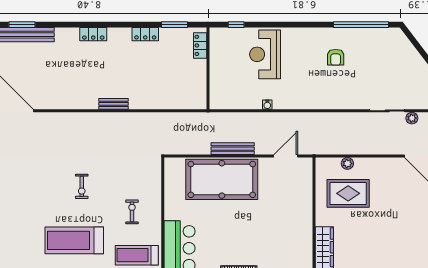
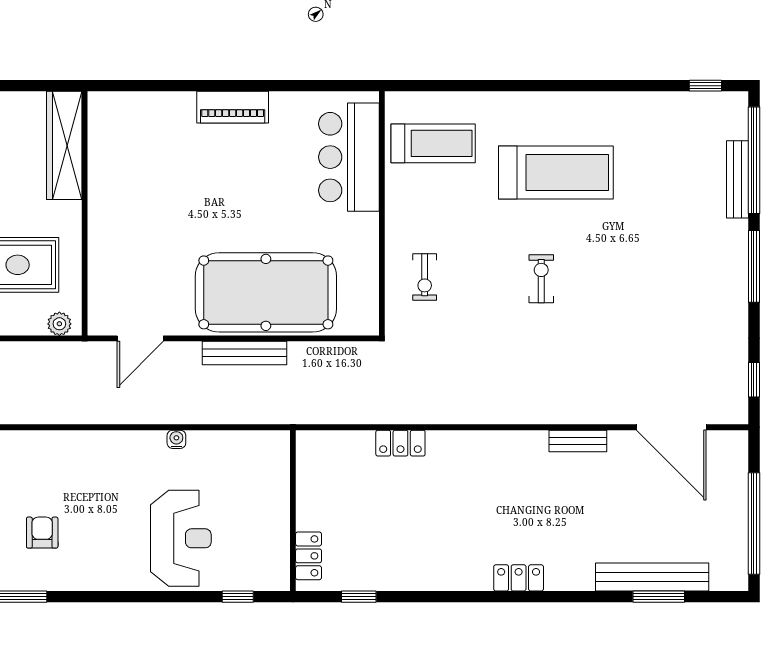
window: (175, 25) -> (359, 597), width x0.67
locker: (145, 34) -> (400, 443), moved, turned 180
bench: (114, 104) -> (578, 441), moved
plant: (347, 163) -> (59, 324), moved
exercise bike: (132, 212) -> (425, 277), moved

